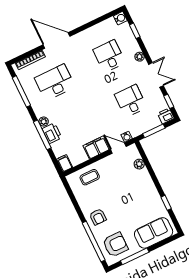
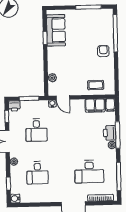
filing cabinet: (96, 148) -> (95, 105), moved
sofa: (154, 233) -> (56, 30), moved, turned -90
armchair: (115, 245) -> (100, 23), removed

